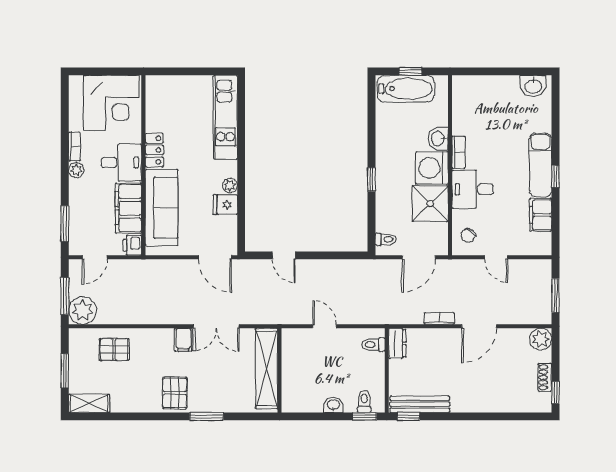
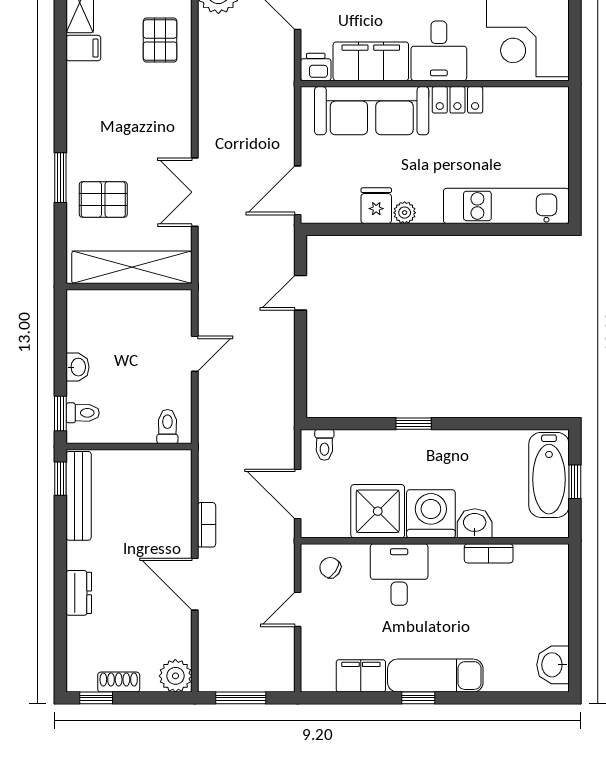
bookcase: (458, 152) -> (489, 553), moved
filing cabinet: (183, 340) -> (83, 48), moved, turned 180
dresser: (397, 343) -> (79, 593), moved, turned -90
pallet: (175, 393) -> (103, 199), moved

